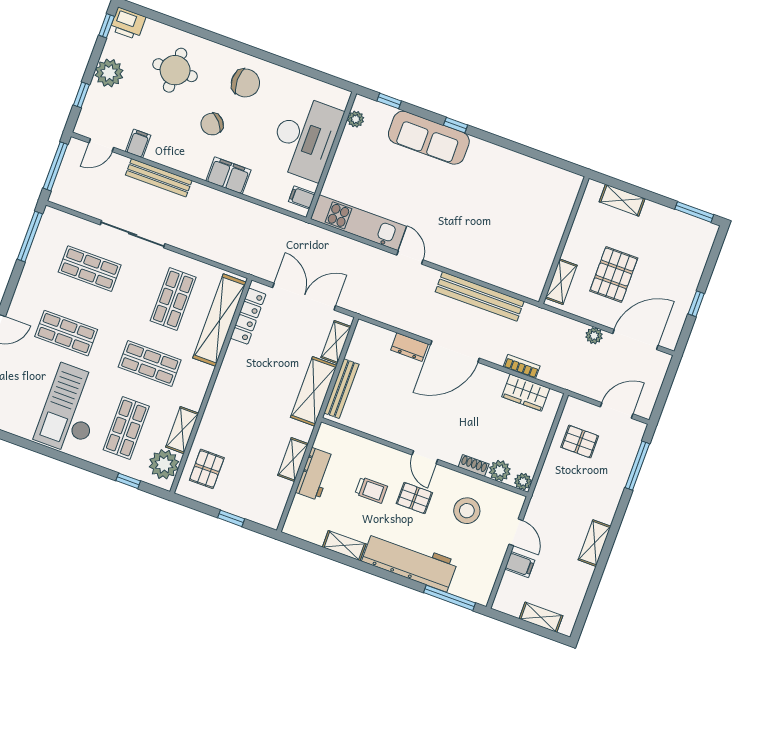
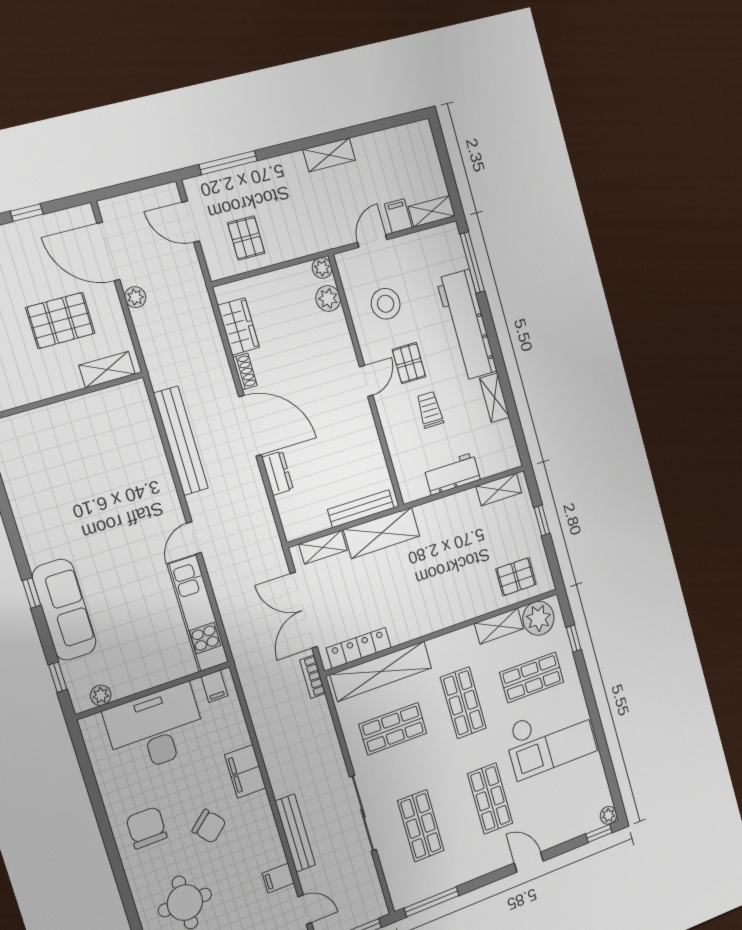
bookcase: (522, 366) -> (313, 677), moved
shelving: (293, 460) -> (499, 489), moved
shoe rack: (474, 465) -> (245, 371), moved, turned 180
shelving: (541, 617) -> (432, 211), moved, turned 90

